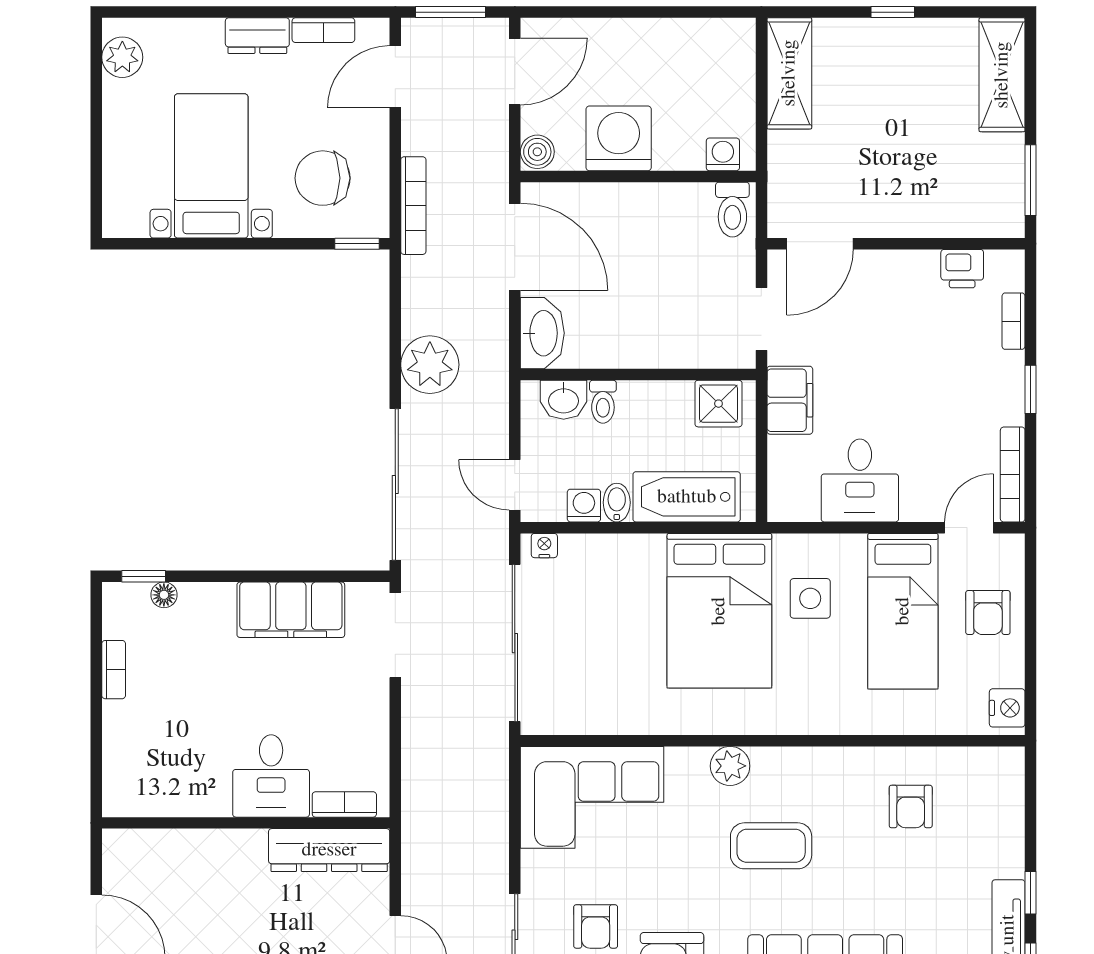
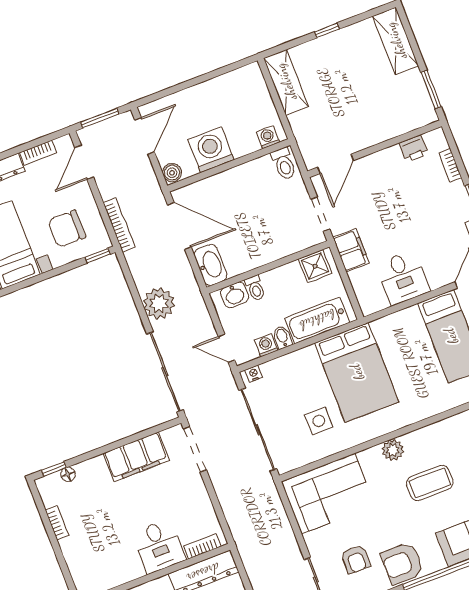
side table: (810, 598) -> (319, 421), moved

